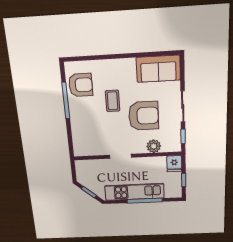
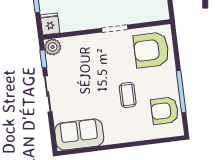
armchair: (144, 116) -> (151, 50), moved
plant: (154, 146) -> (53, 47), moved

